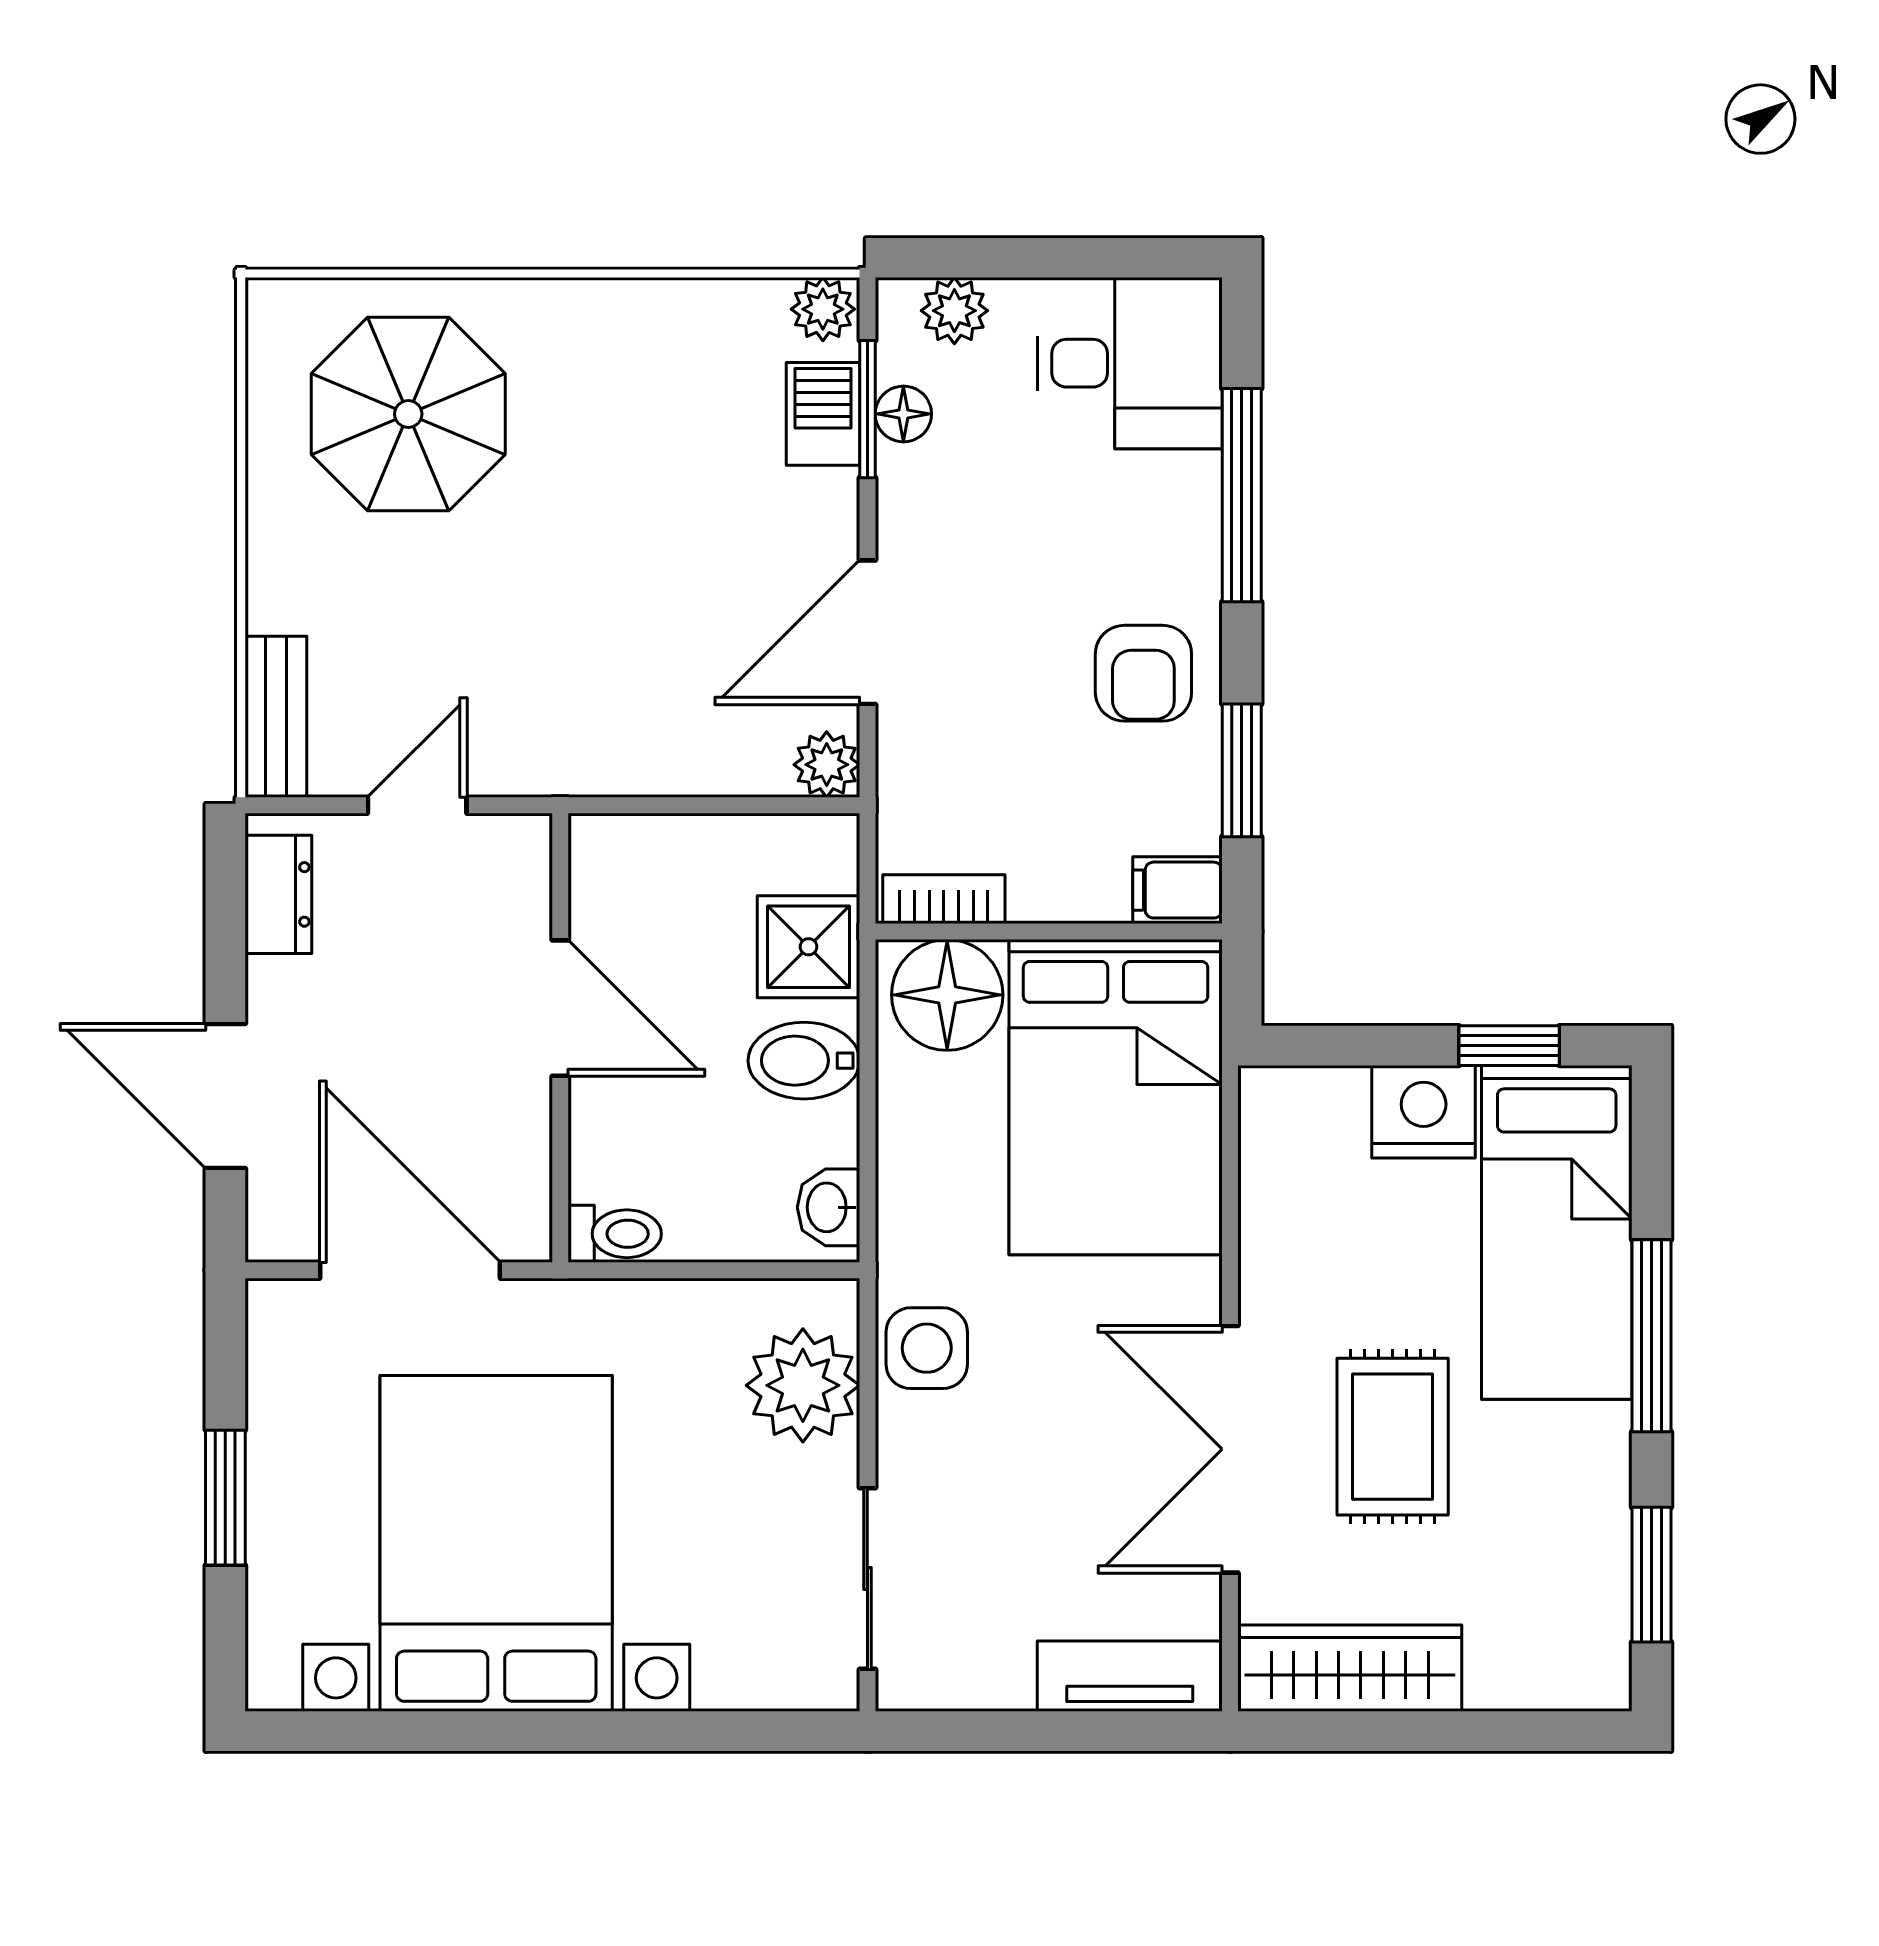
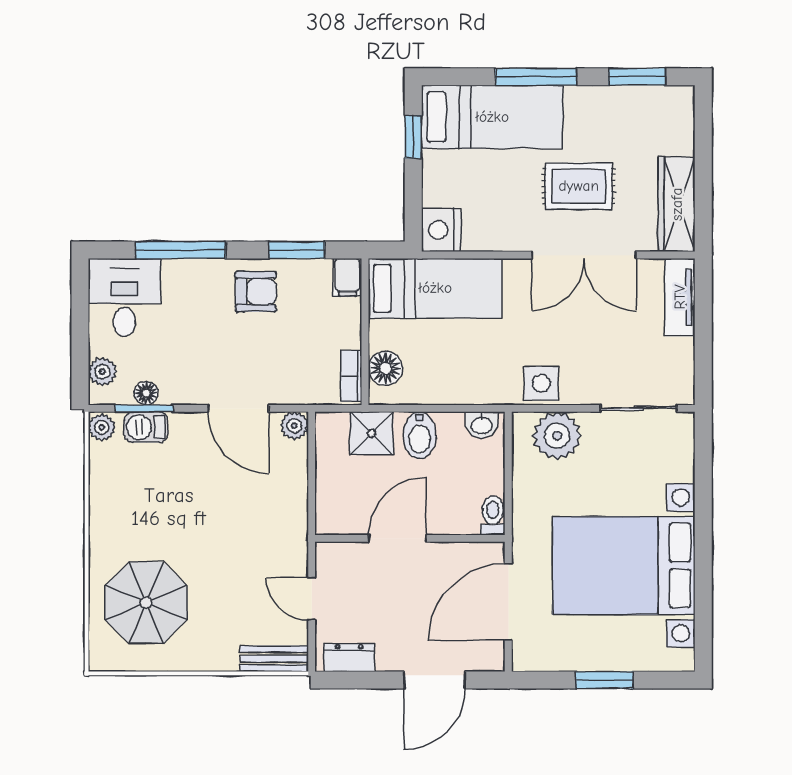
floor lamp: (947, 995) -> (385, 368), width x0.73, depth x0.73
bed: (1116, 1097) -> (435, 288), width x0.67
nightstand: (1424, 1112) -> (441, 230), moved

